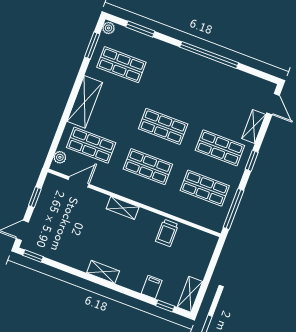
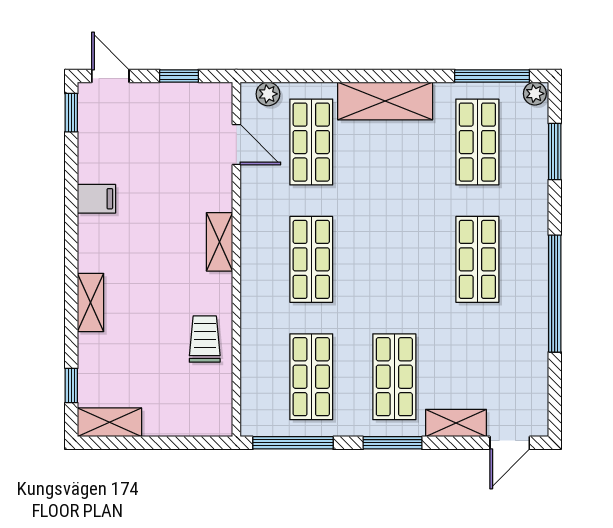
window: (92, 45) -> (492, 76), width x1.44
shop shelf: (163, 126) -> (477, 259), moved
window: (252, 161) -> (393, 443), width x1.50
trolley: (167, 233) -> (205, 339), turned 90
shelving: (103, 272) -> (91, 302), moved
filing cabinet: (152, 287) -> (97, 199), moved

